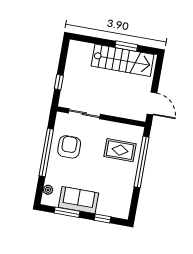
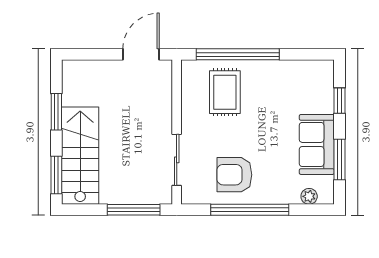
window: (88, 39) -> (56, 175), added
stairs: (123, 60) -> (80, 156), moved
window: (59, 82) -> (134, 210), width x2.17

